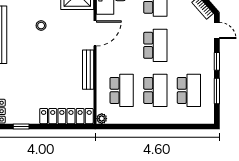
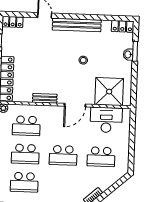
door: (95, 33) -> (75, 105), hinge flipped
bench: (88, 70) -> (45, 98), width x0.73

